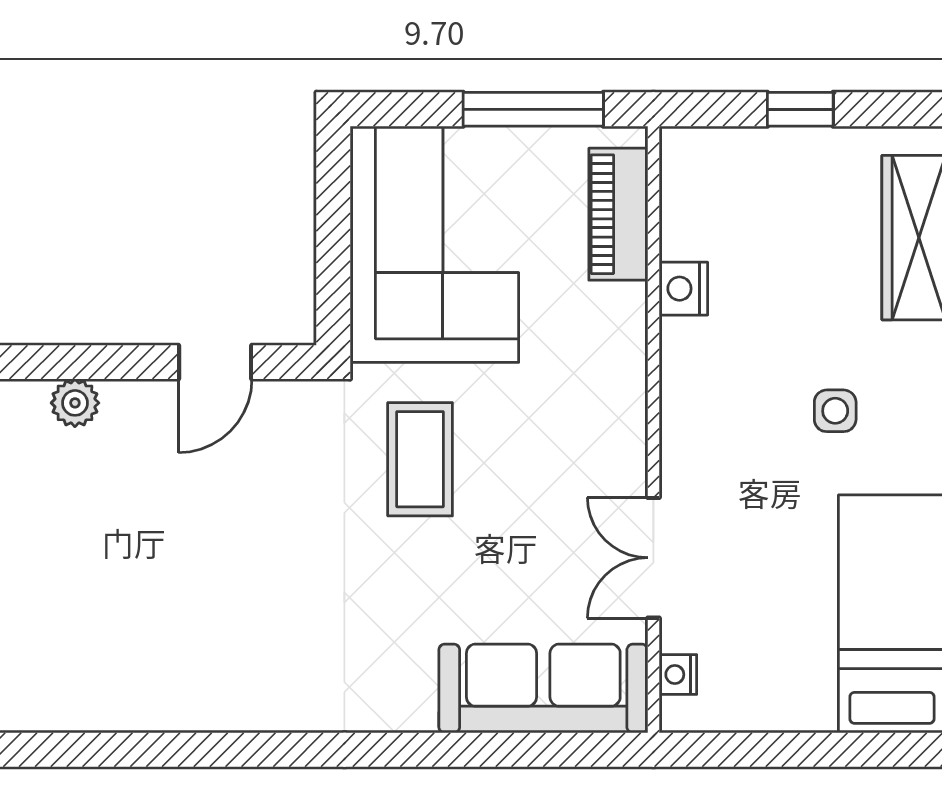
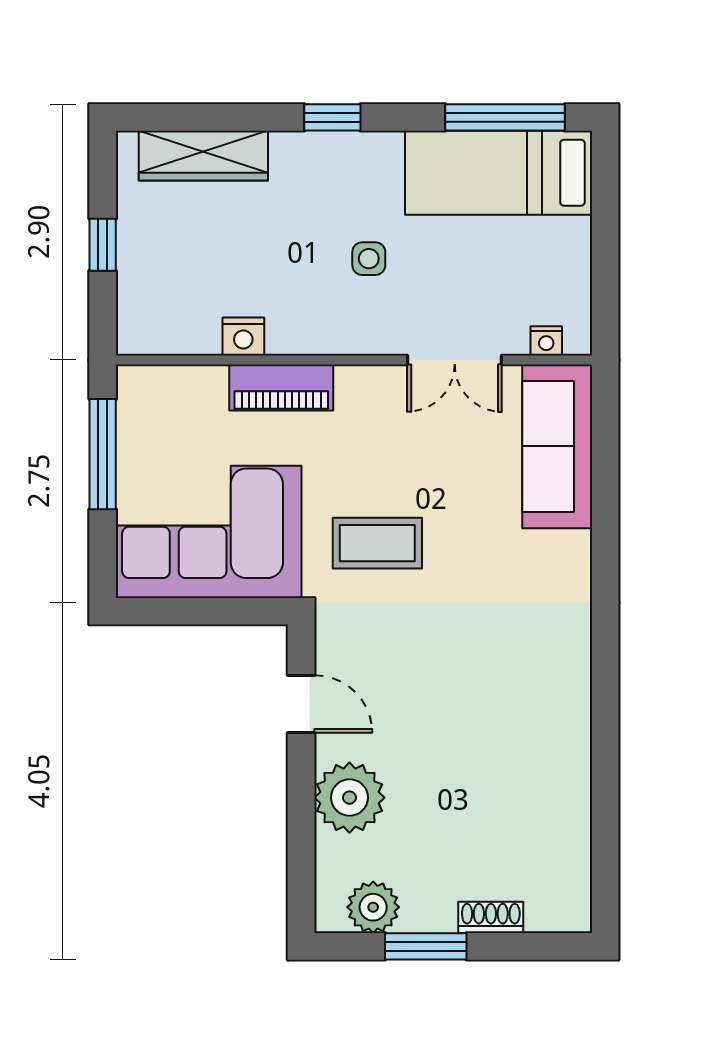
piano: (618, 214) -> (281, 388), moved
plant: (75, 403) -> (349, 798), width x1.88, depth x1.88
side table: (835, 411) -> (369, 259), moved

